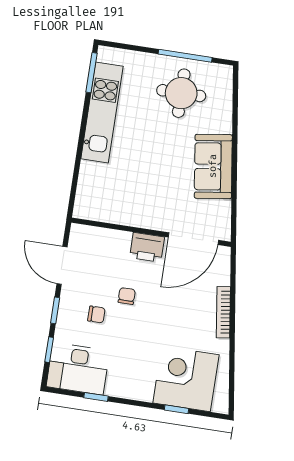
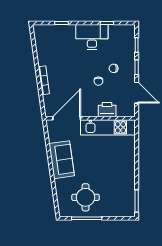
kitchen unit: (102, 112) -> (108, 127), moved, turned -90
printer: (147, 247) -> (107, 110), moved
desk: (78, 369) -> (92, 37), moved
corner desk: (186, 379) -> (59, 40), removed

